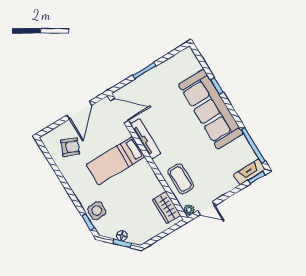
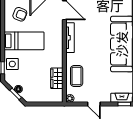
bed: (116, 161) -> (24, 41), moved, turned 180
wardrobe: (167, 208) -> (57, 78), moved
door: (206, 208) -> (94, 104), moved

